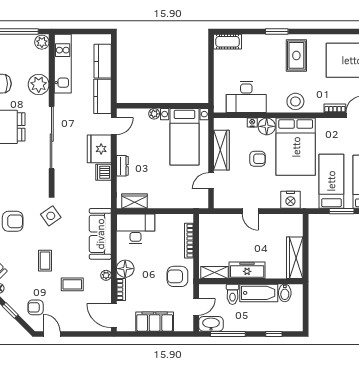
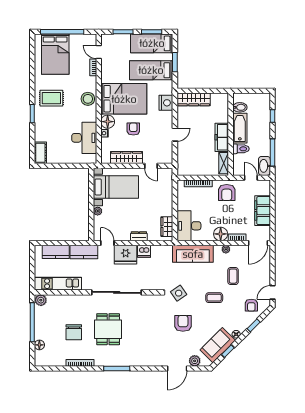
plant: (39, 85) -> (74, 303), removed
wardrobe: (295, 258) -> (194, 99), moved

